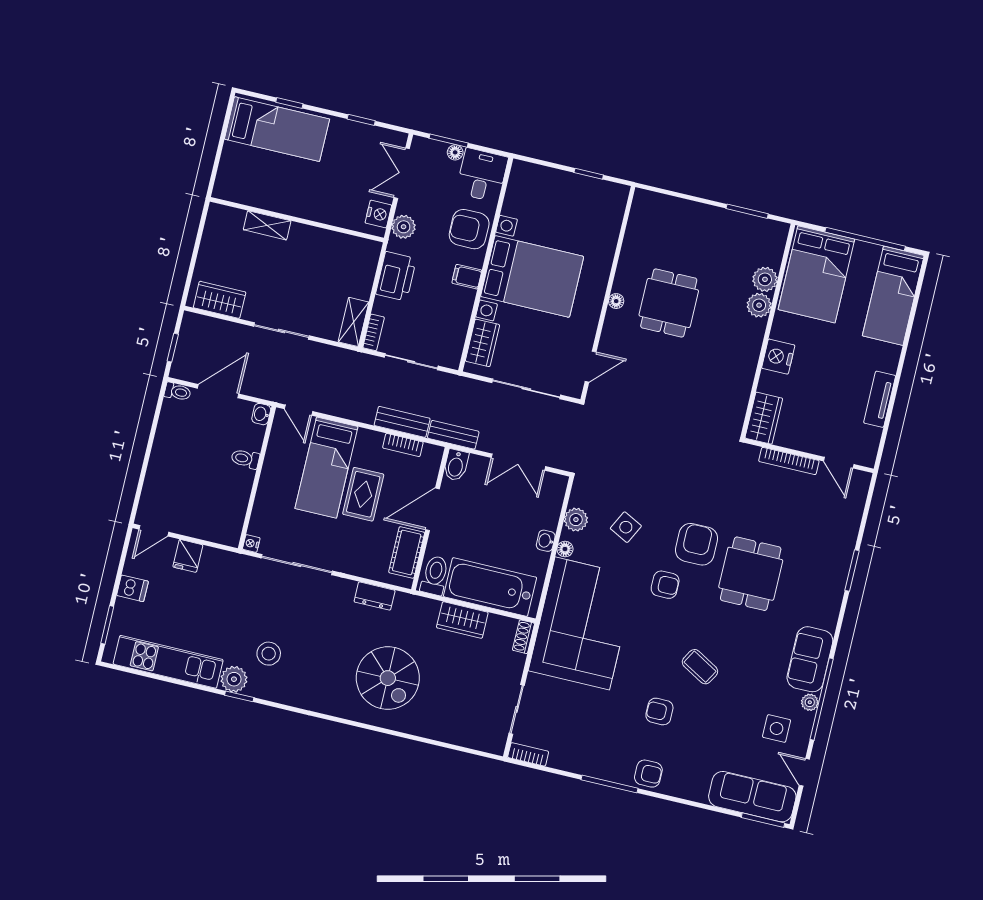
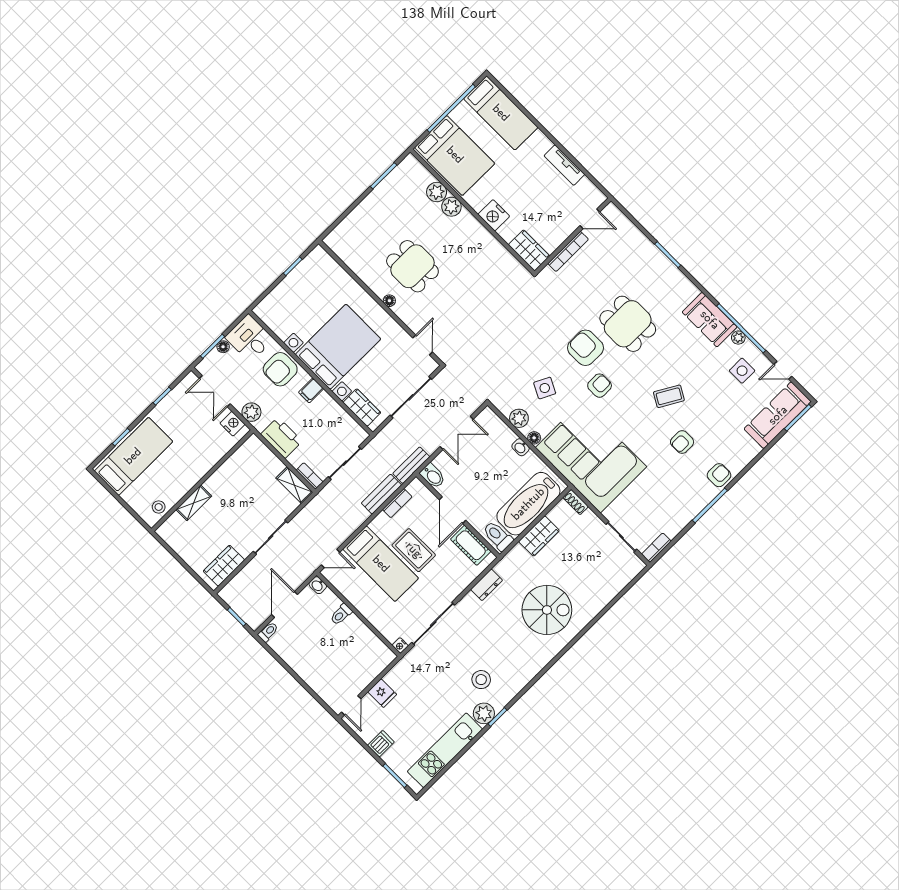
stool: (239, 190) -> (159, 507), added

